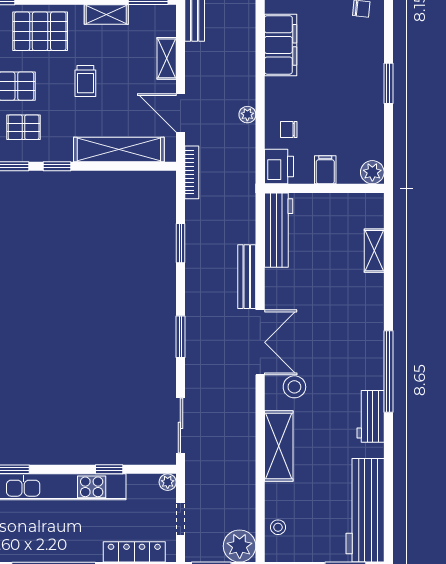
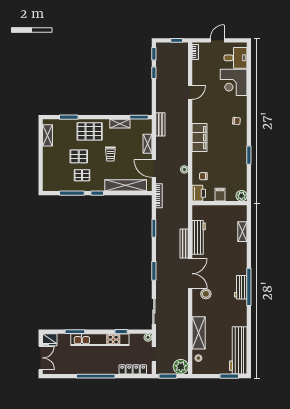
workbench: (279, 230) -> (199, 237), moved
workbench: (371, 416) -> (241, 287), moved
shelving: (279, 446) -> (199, 333), moved

